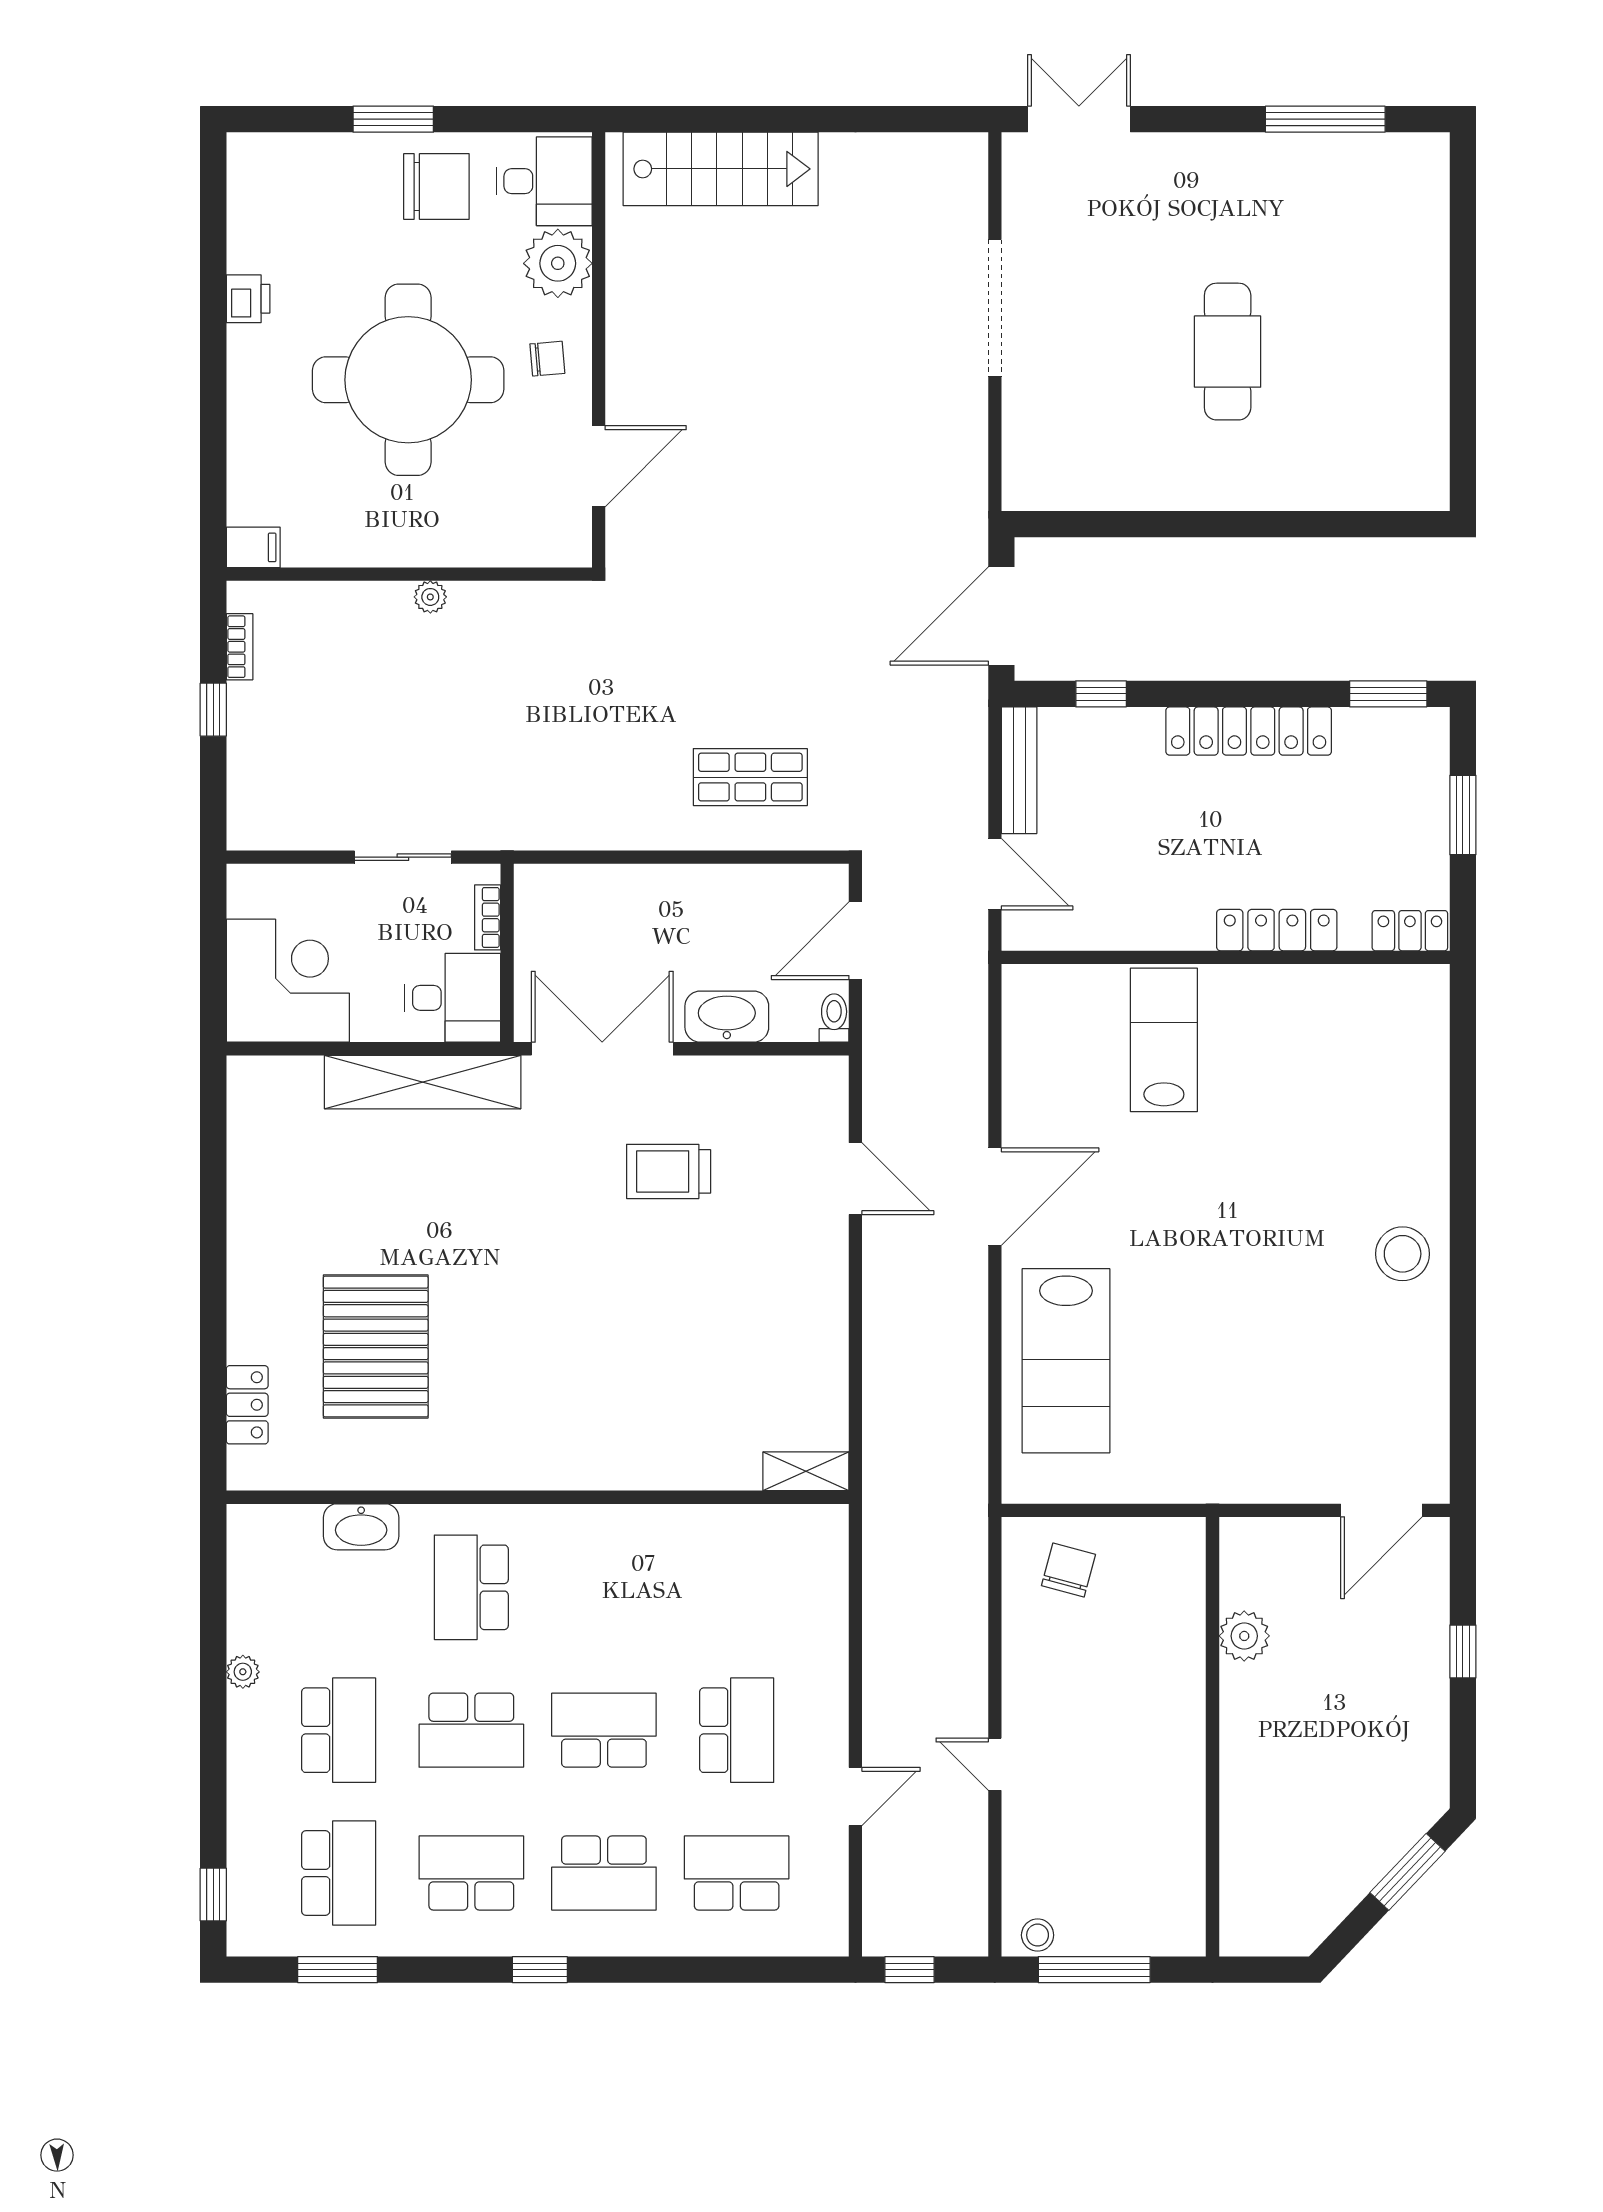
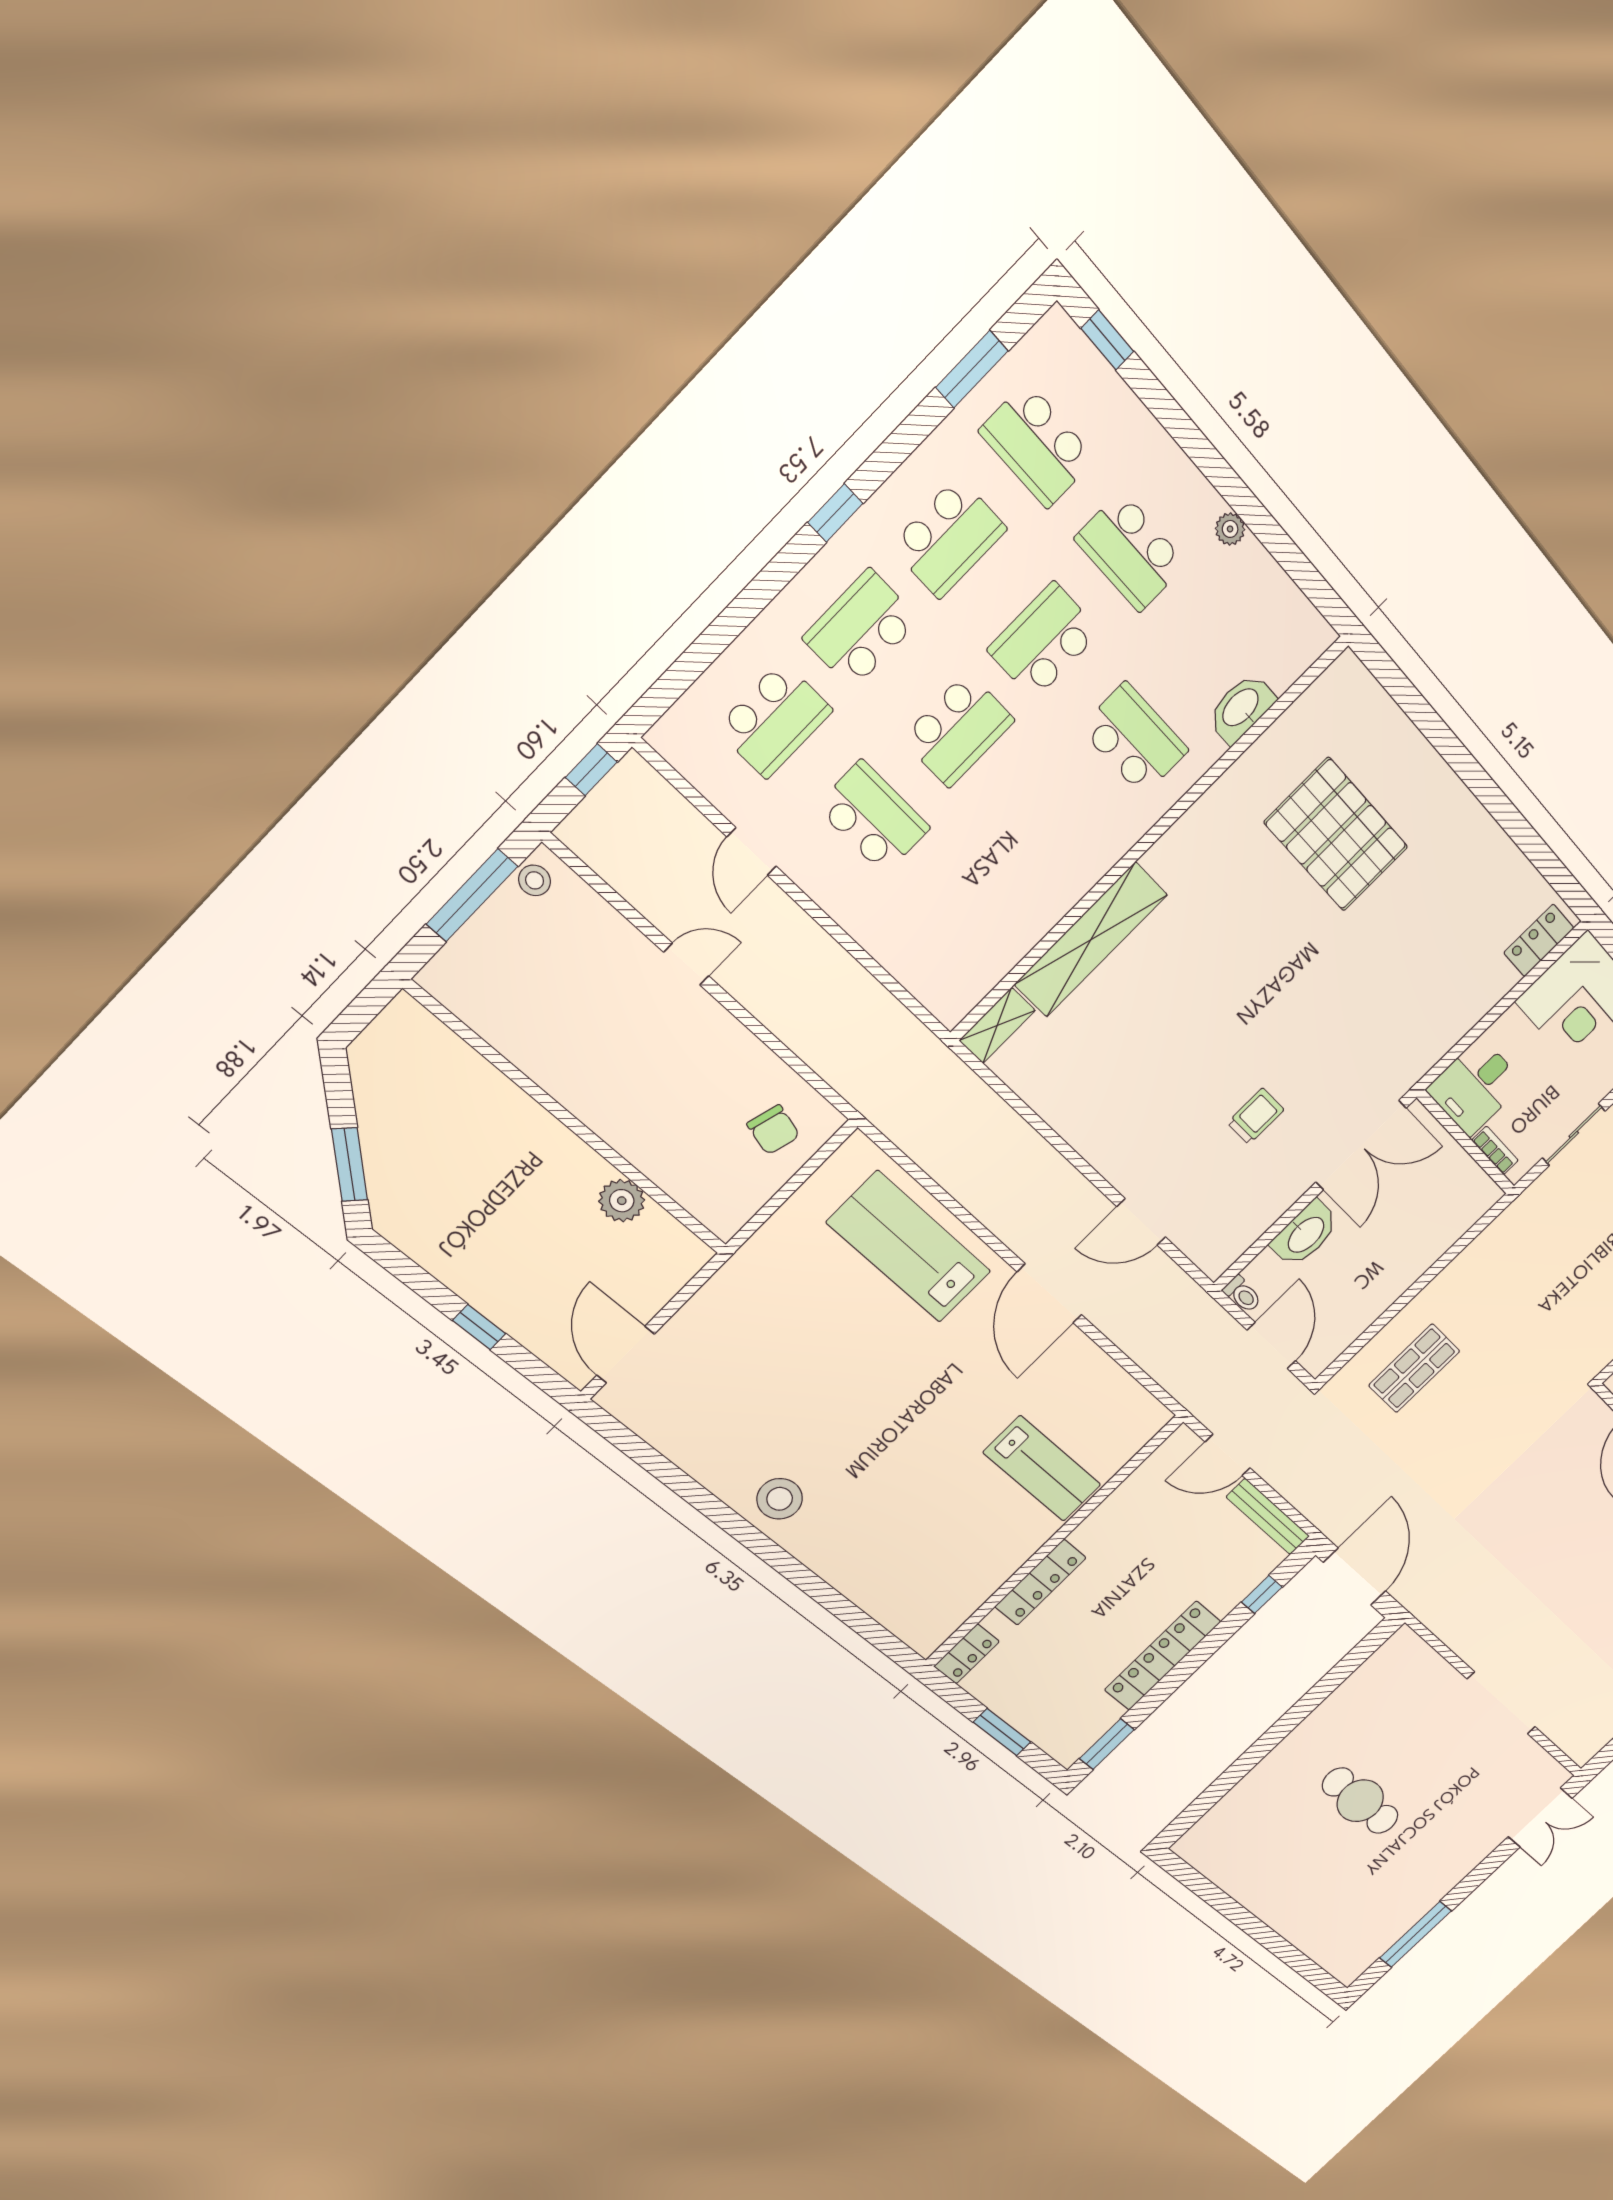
shelving: (423, 1082) -> (1091, 940), moved
trolley: (669, 1171) -> (1256, 1116), width x0.73, depth x0.72
locker: (247, 1405) -> (1539, 940), moved, turned 90
school desk: (737, 1730) -> (873, 817), turned 180

